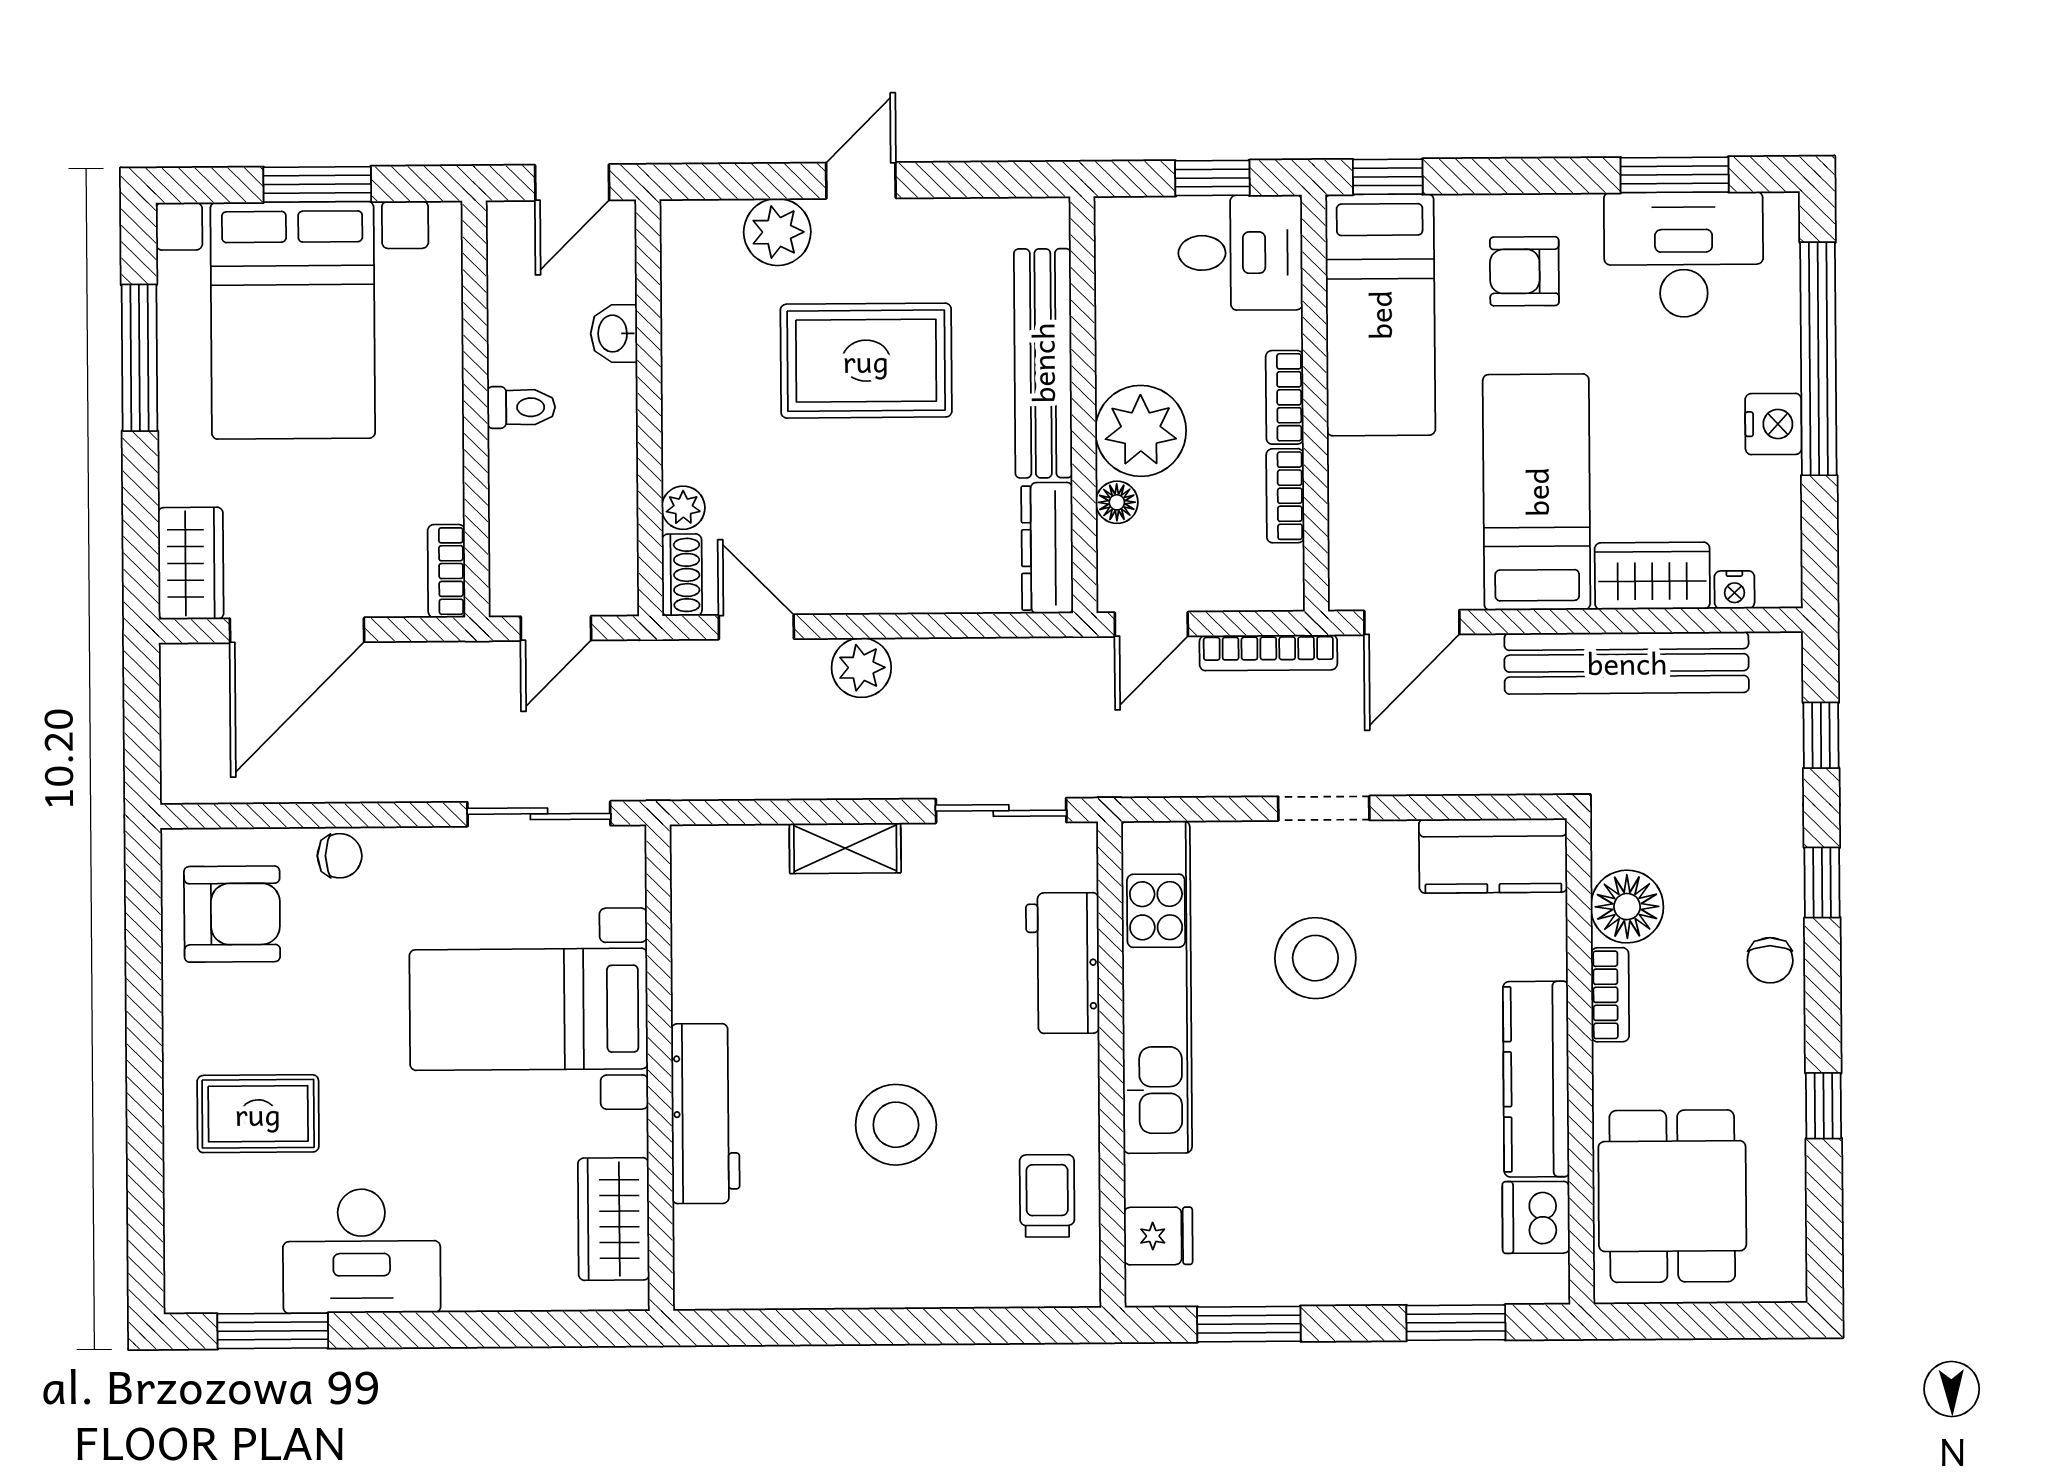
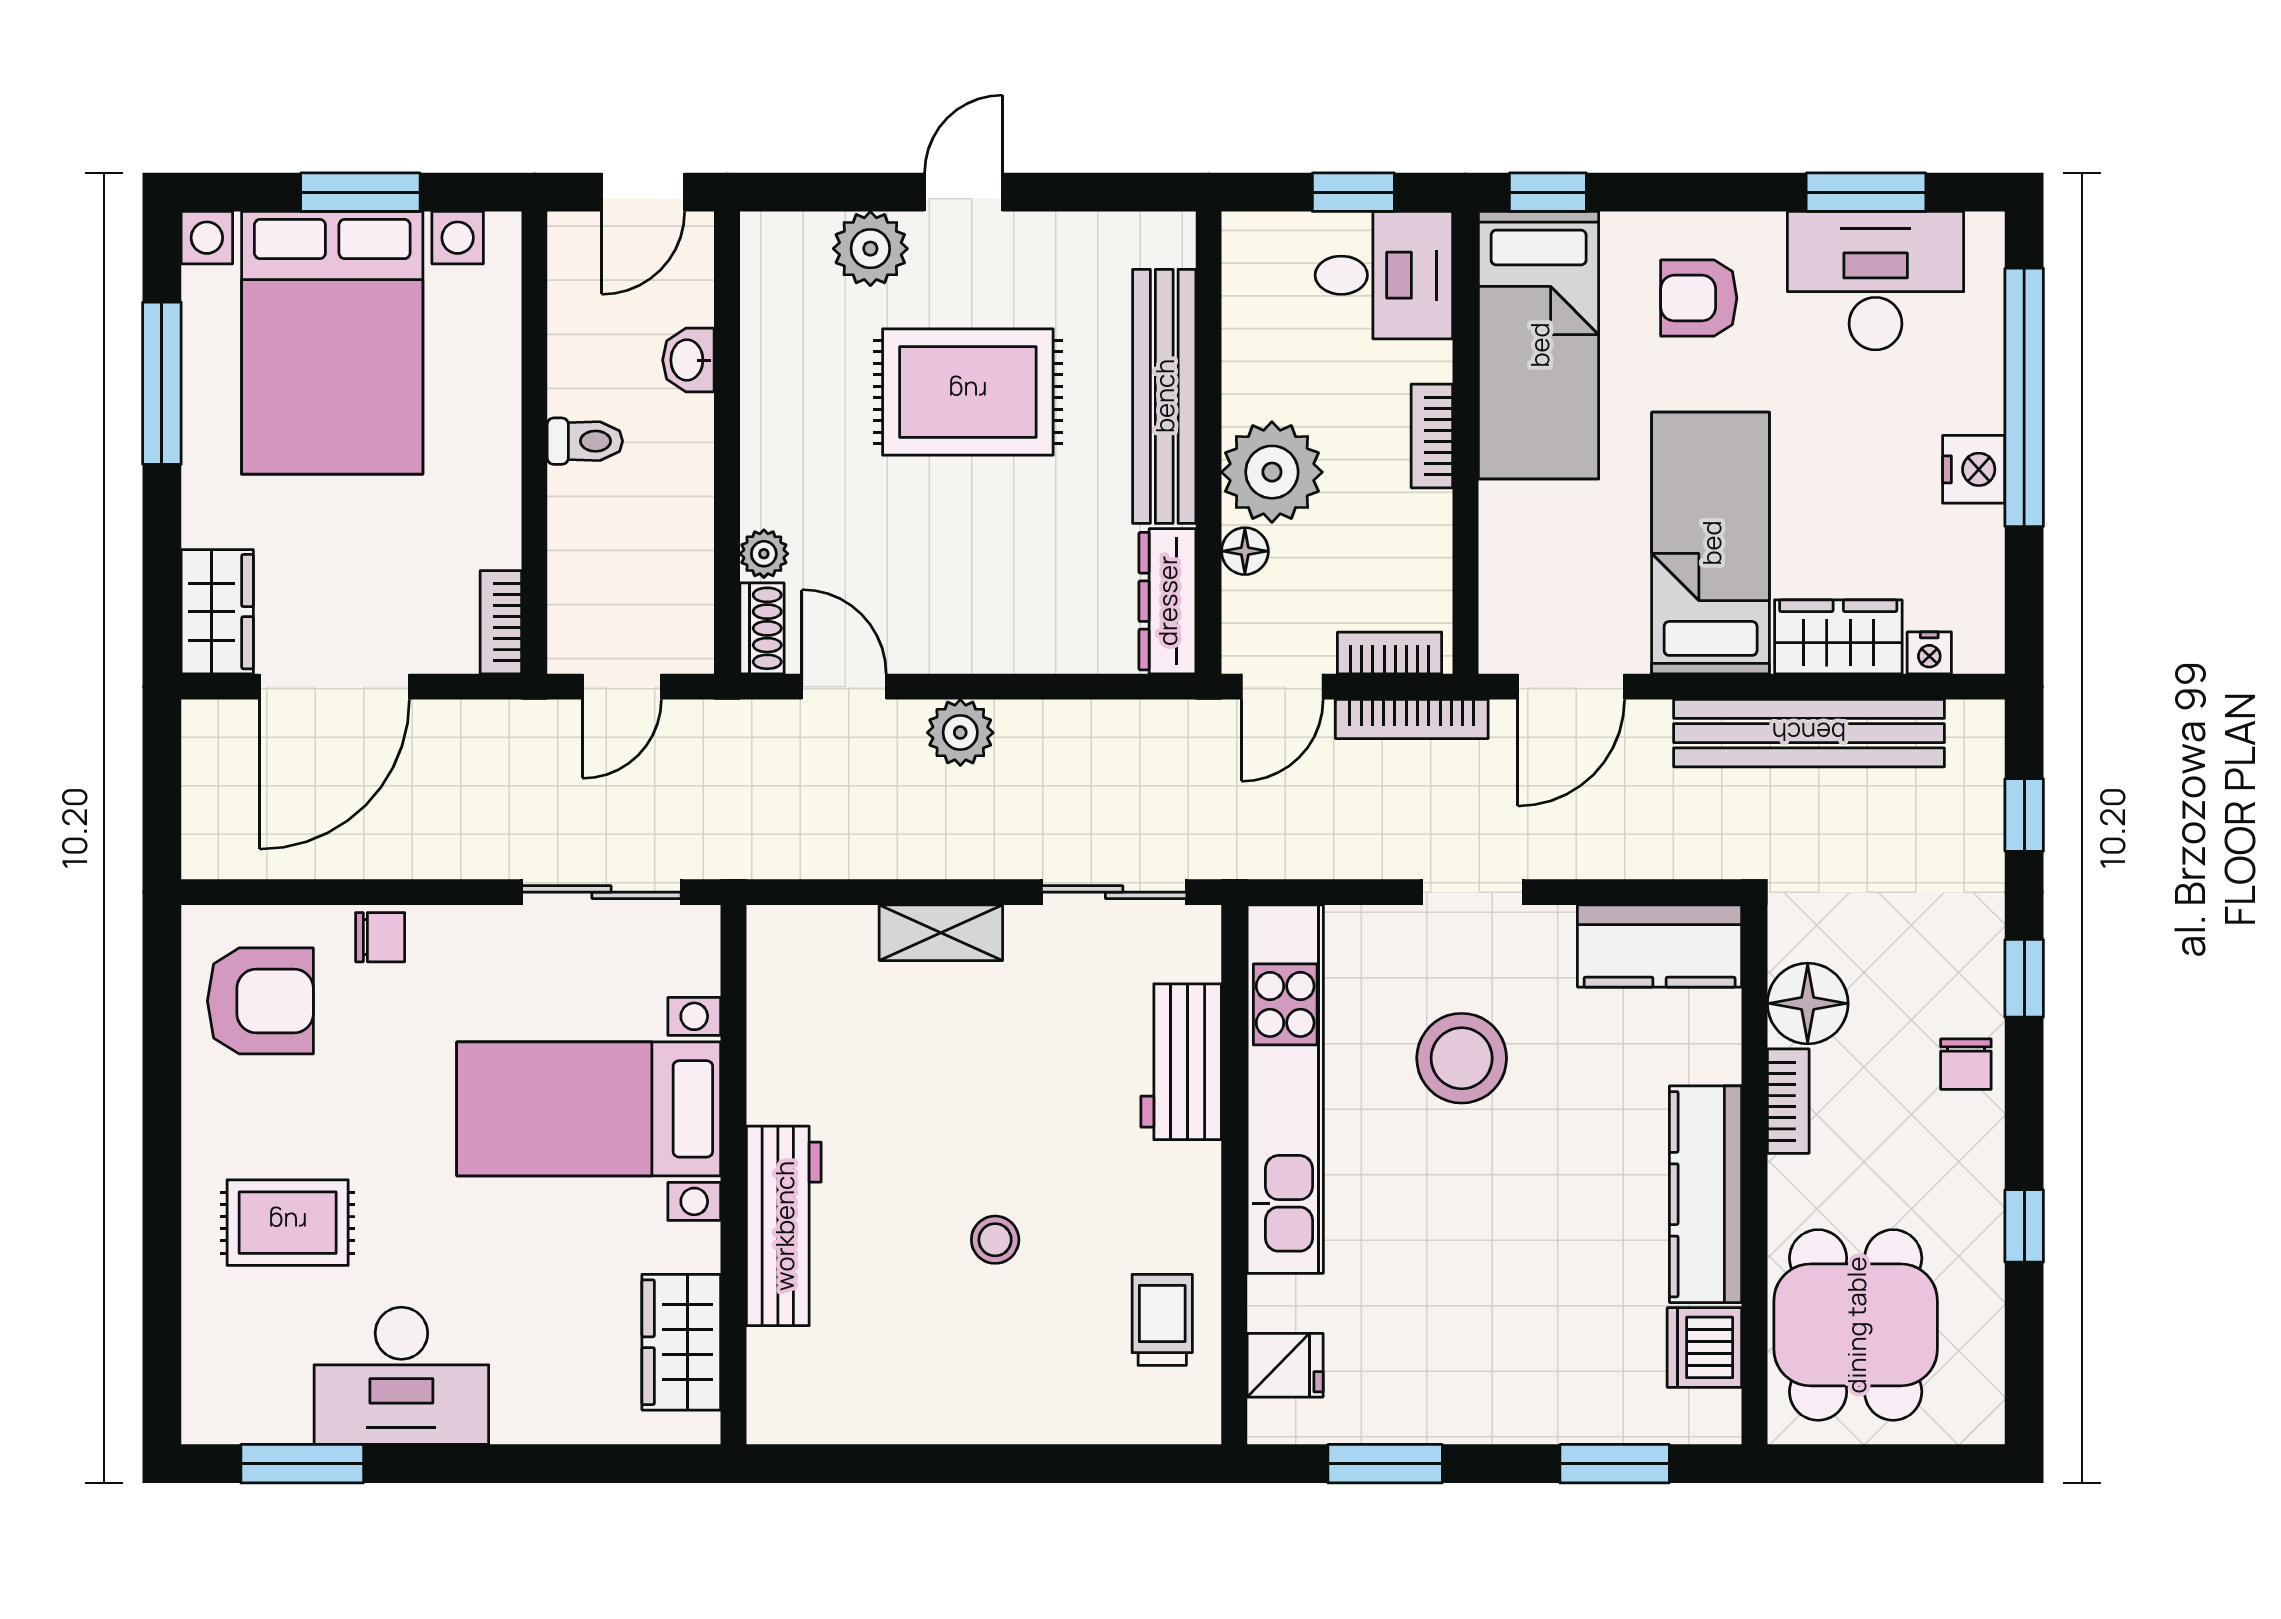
bookcase: (1285, 496) -> (1390, 653), moved, turned 90
stool: (896, 1125) -> (995, 1240), width x0.53, depth x0.53

